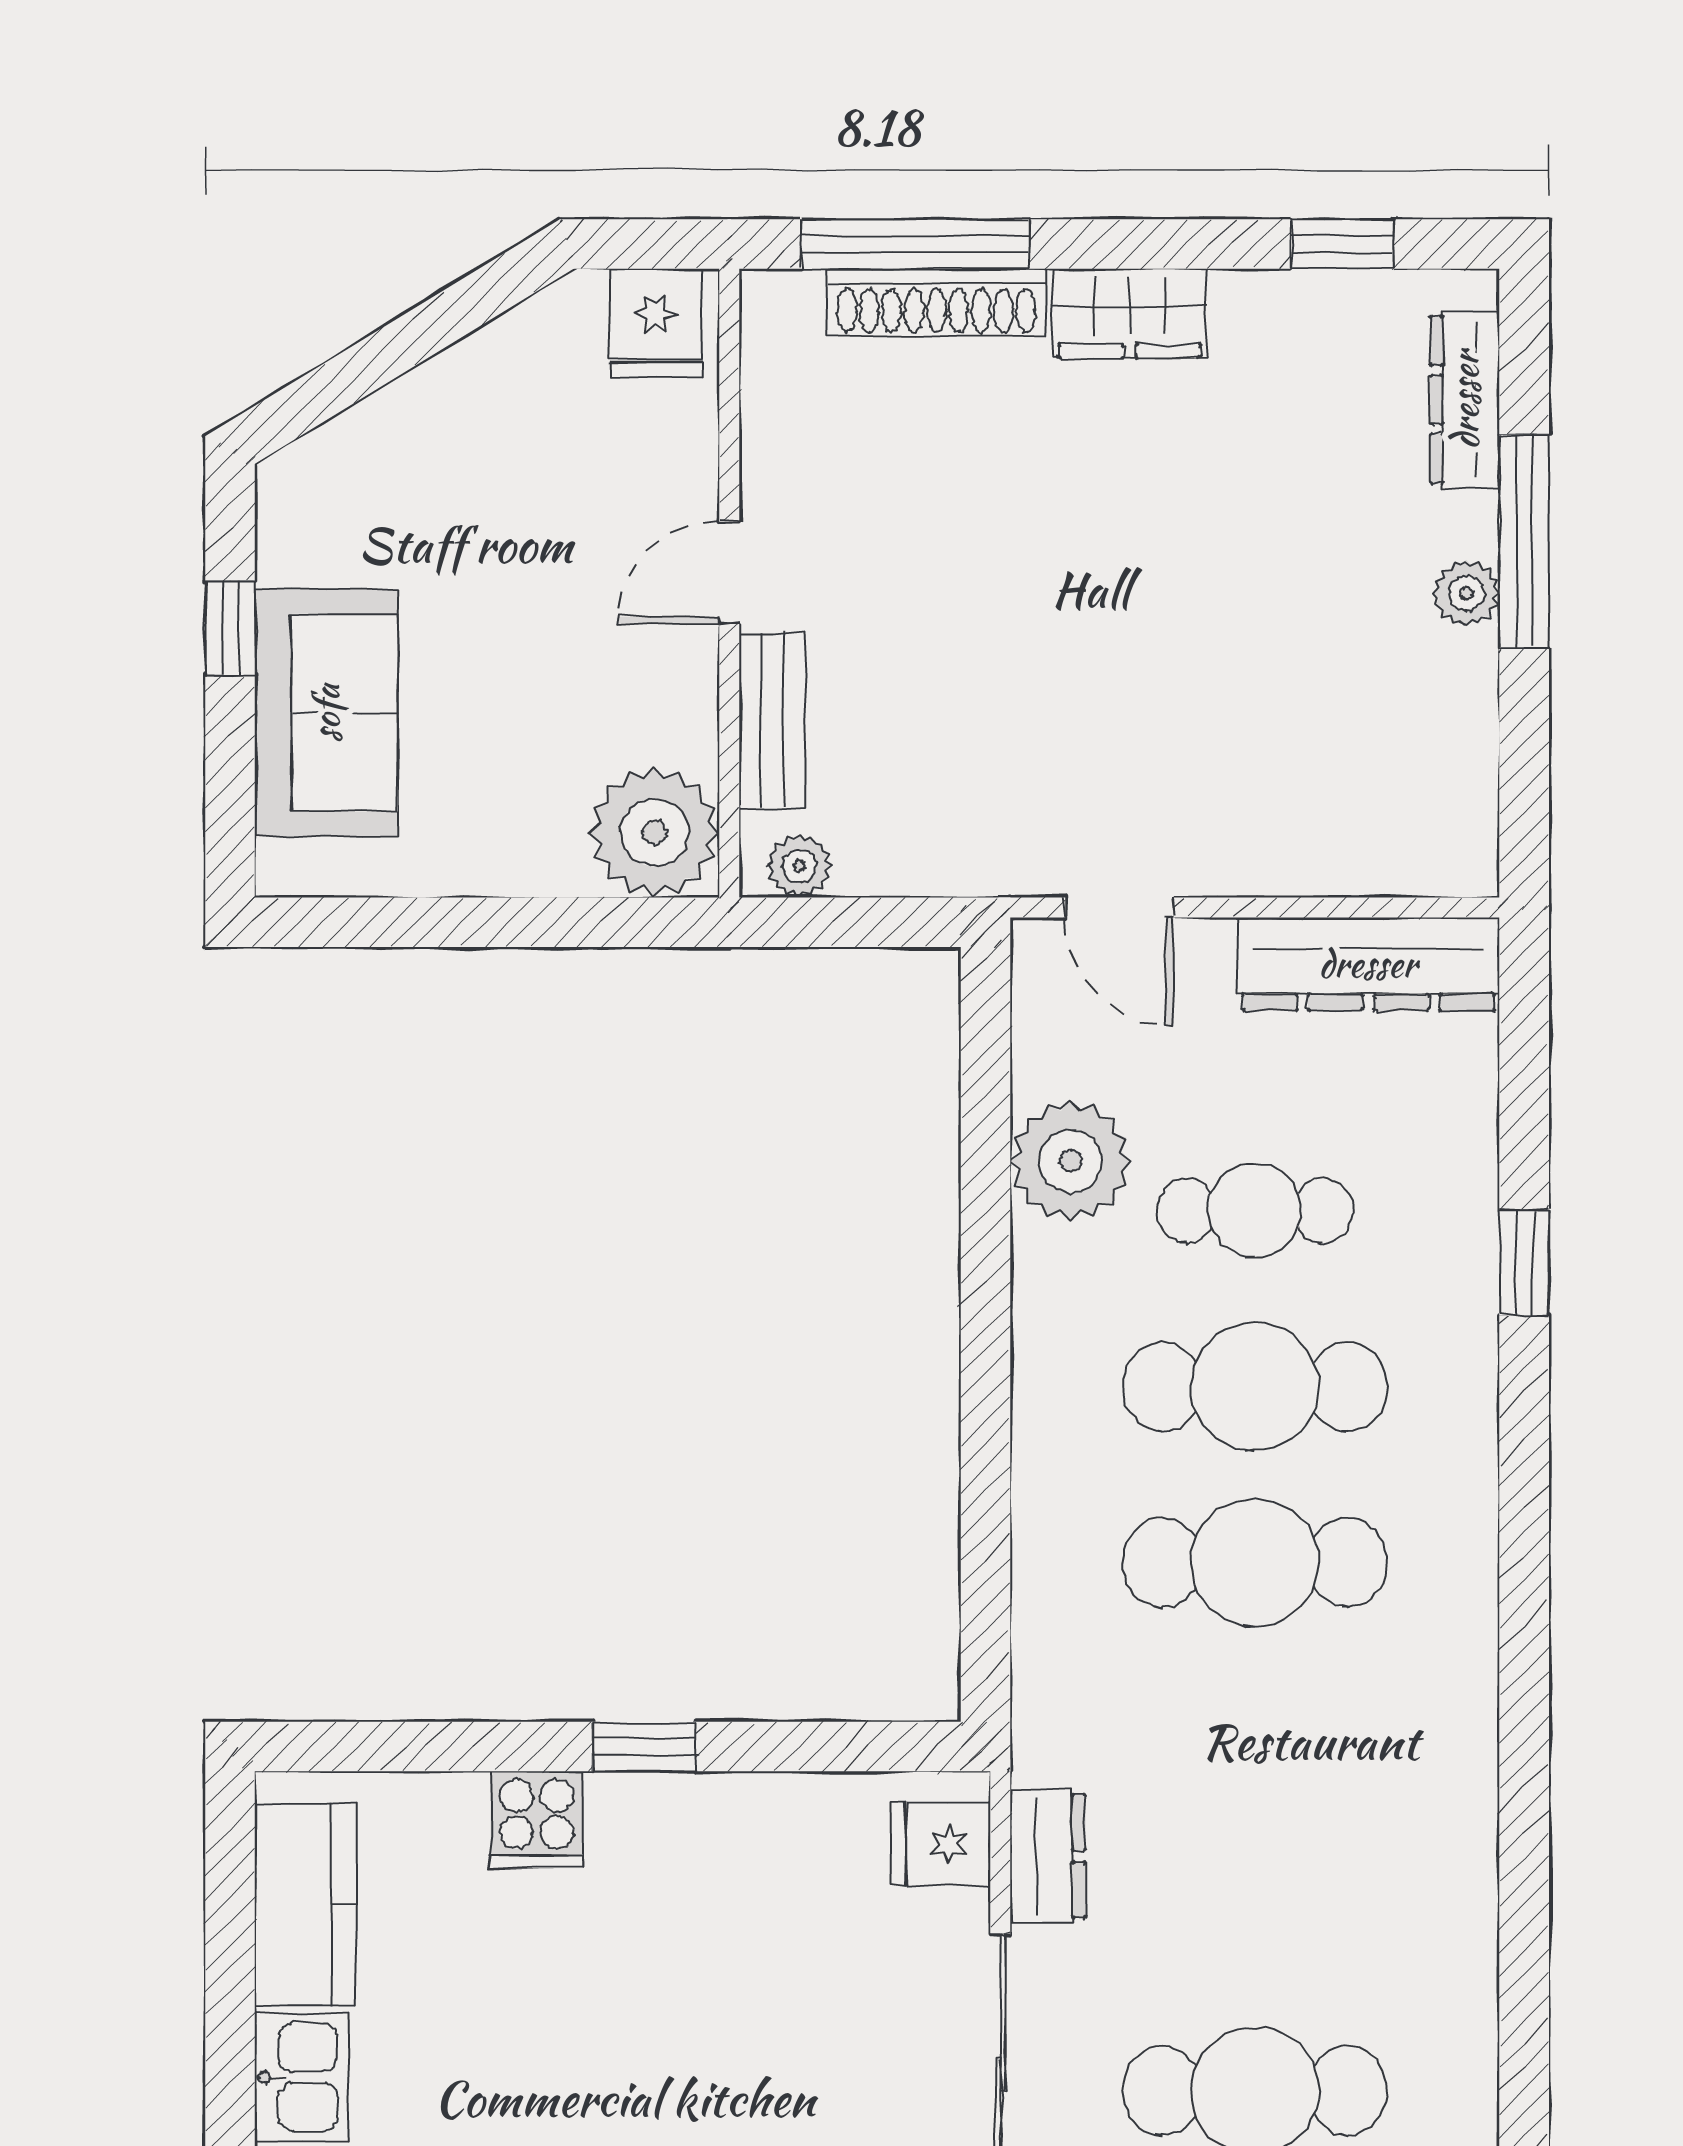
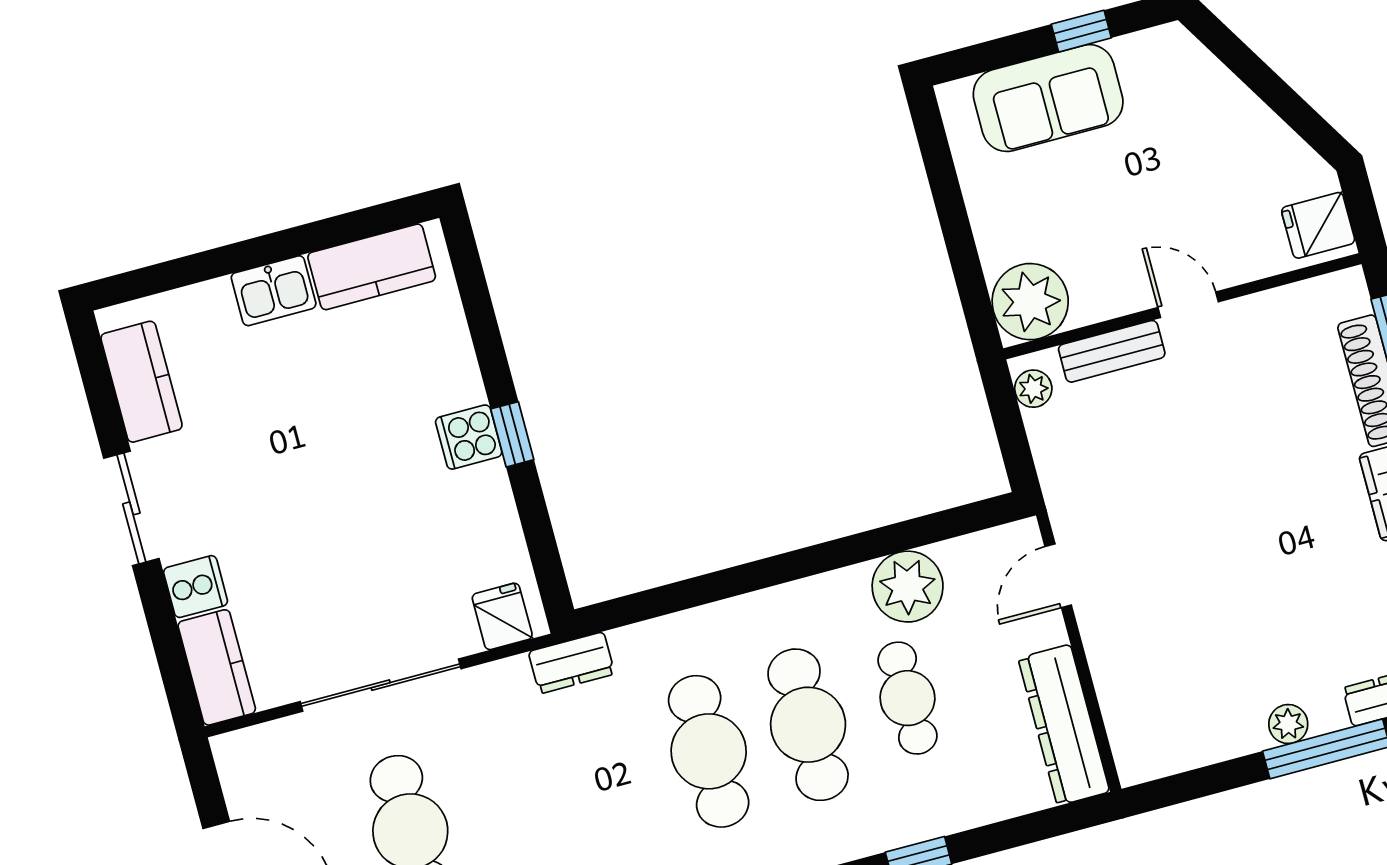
cooker: (537, 1820) -> (469, 437), moved
dresser: (1048, 1856) -> (572, 663), moved

